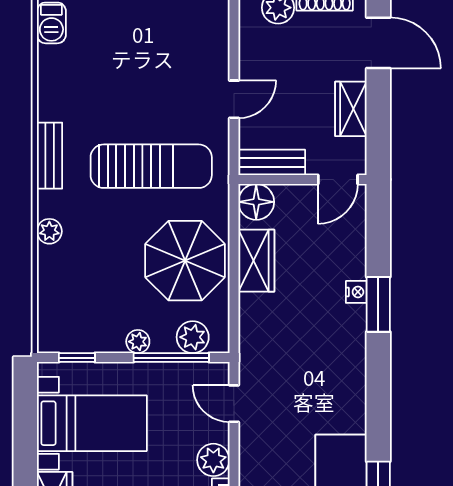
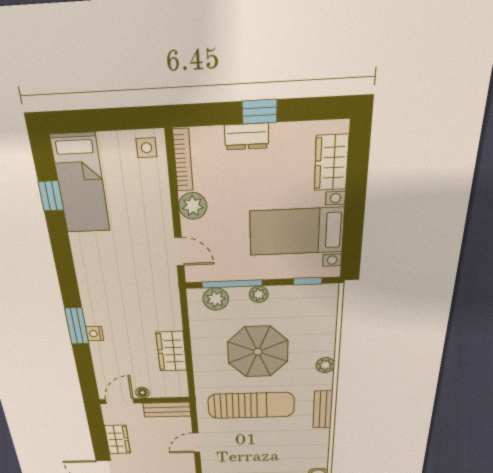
sun lounger: (151, 166) -> (251, 405), turned 180
floor lamp: (256, 202) -> (142, 393), moved, width x0.53, depth x0.53
parasol: (185, 261) -> (258, 352), moved

